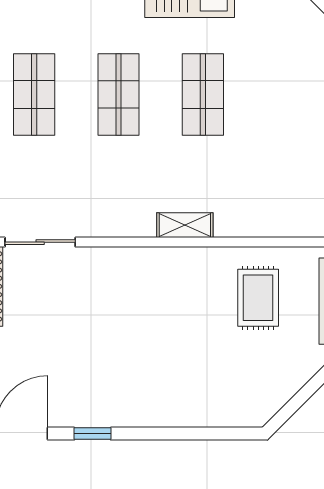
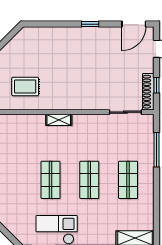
rug: (258, 298) -> (25, 86), turned 90
window: (92, 434) -> (90, 24), moved

